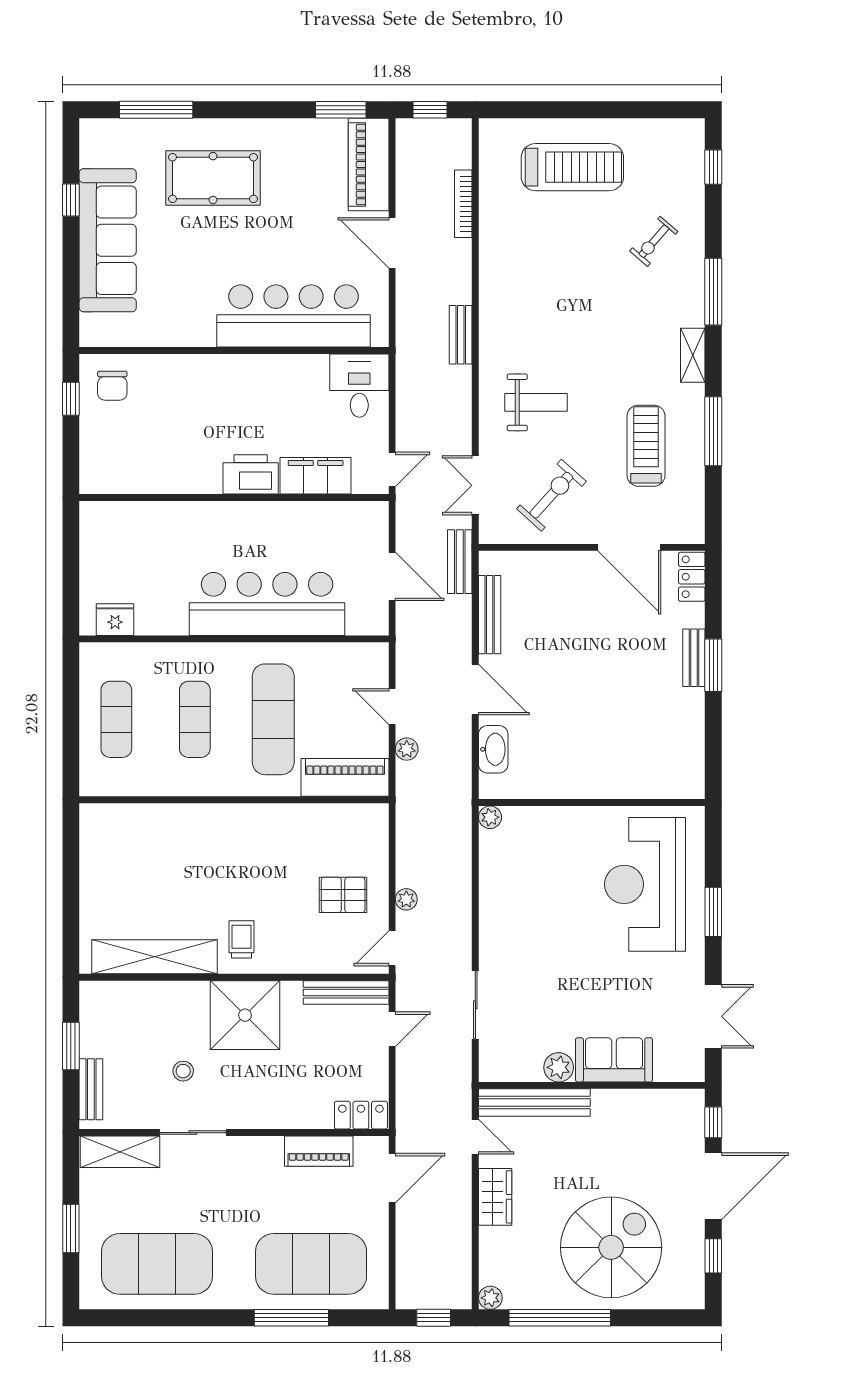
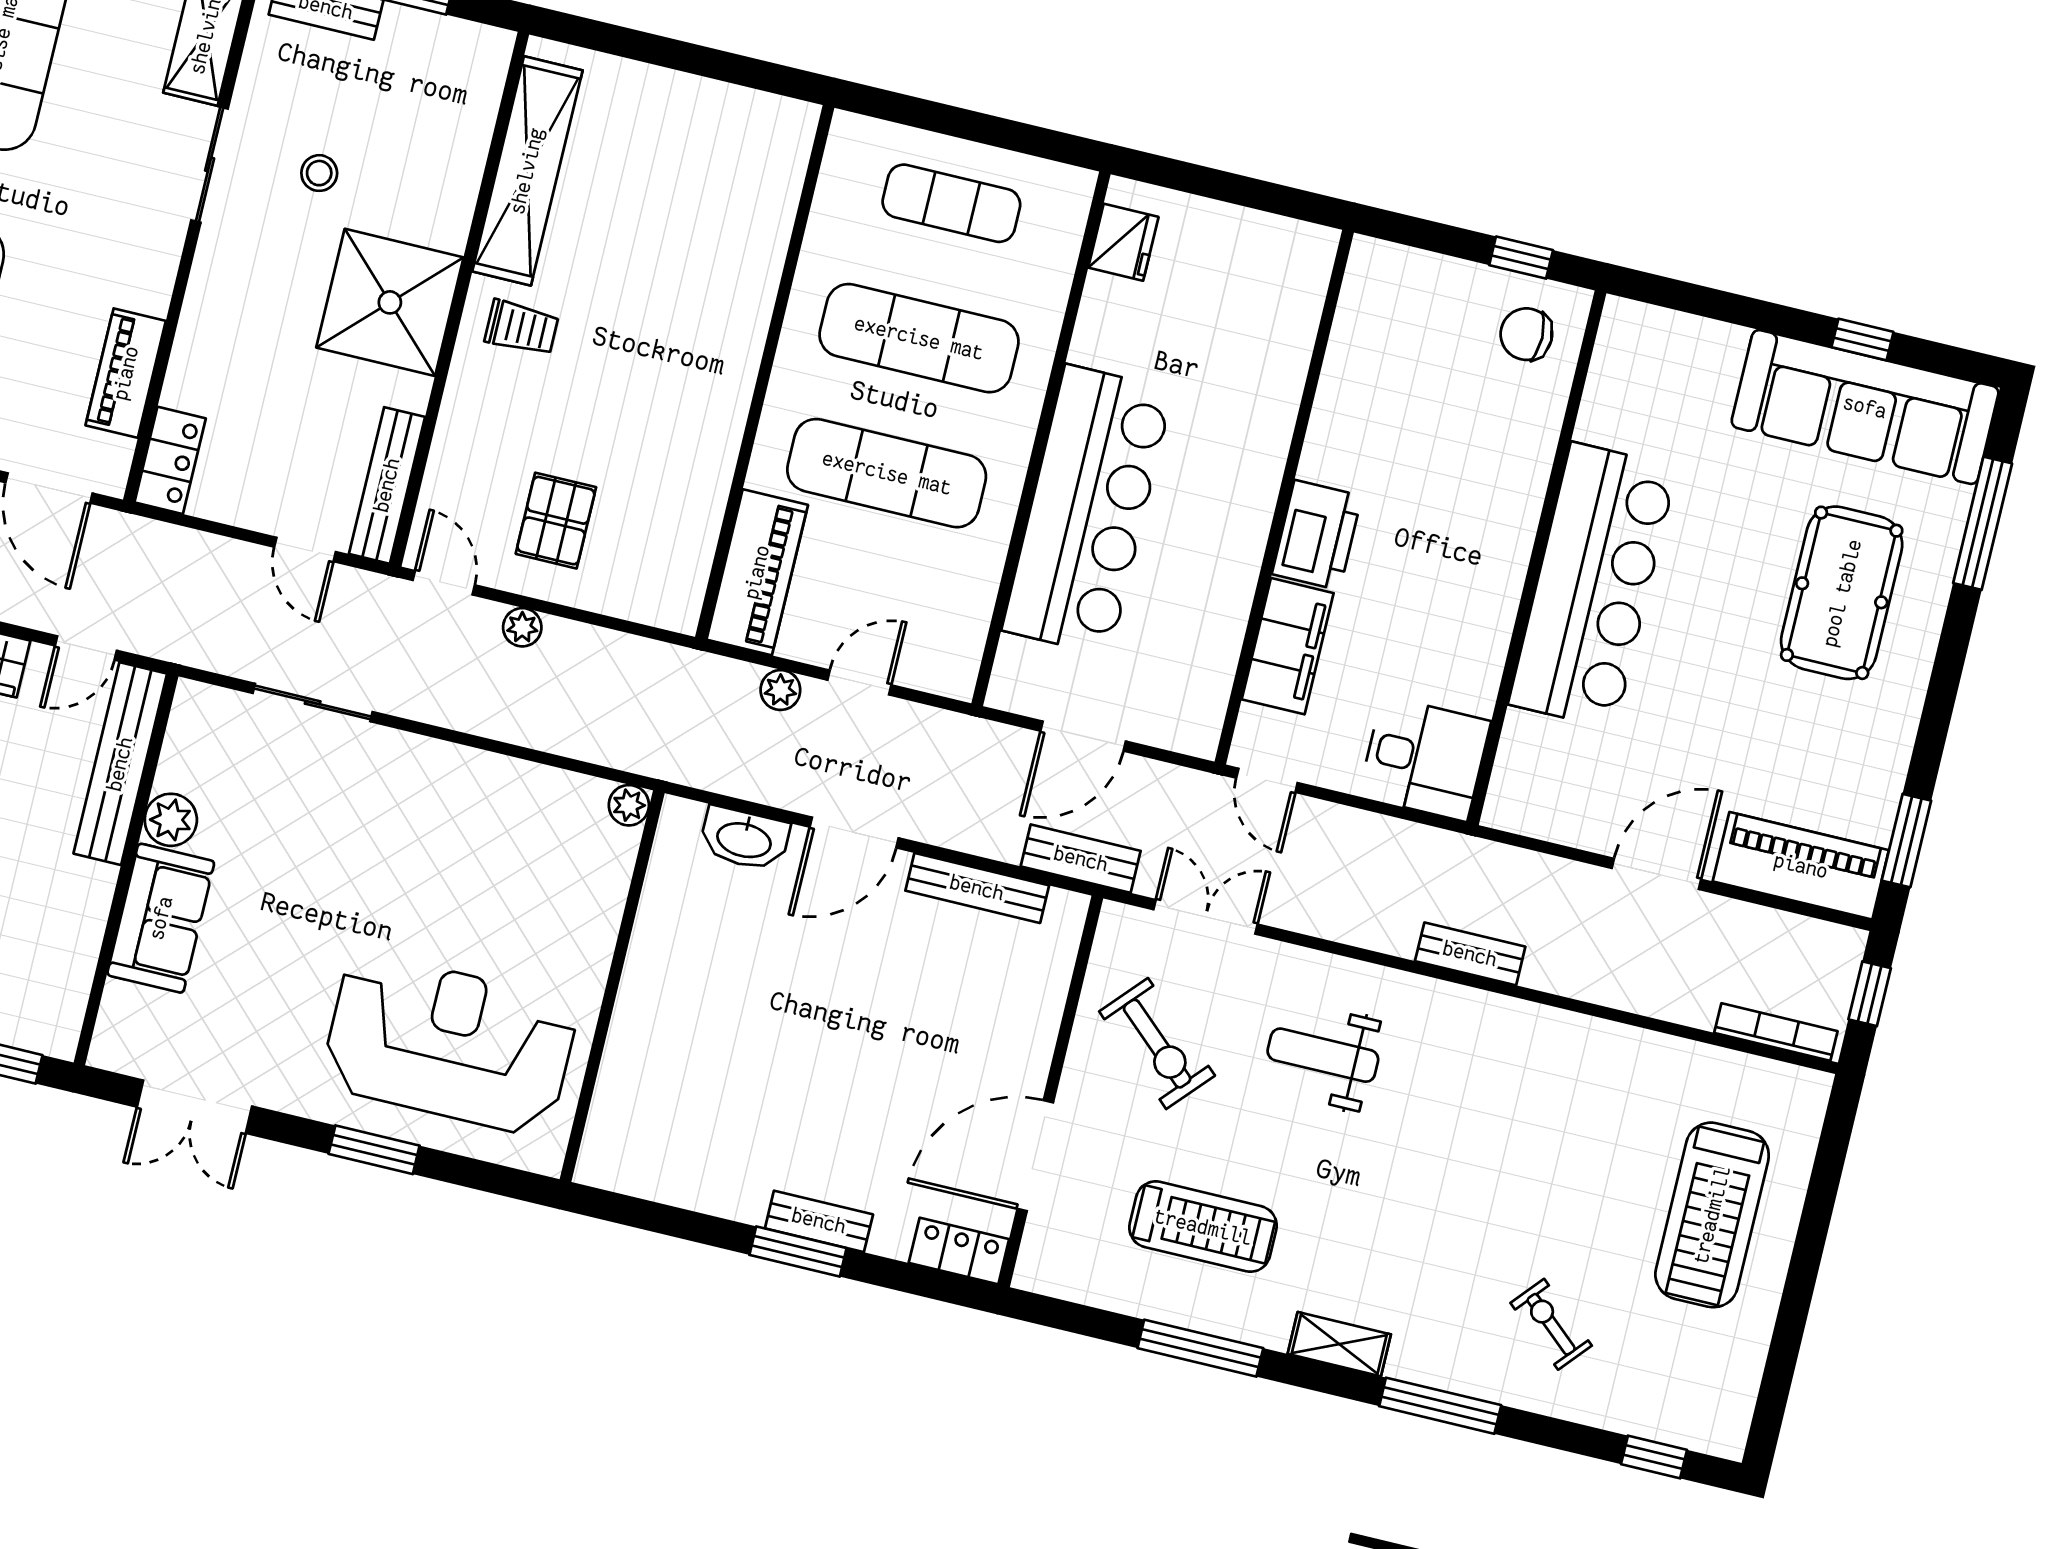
bookcase: (463, 204) -> (1776, 1032), moved
sofa: (108, 240) -> (1865, 407), moved
bar counter: (294, 316) -> (1593, 586), moved
weight bench: (536, 402) -> (1323, 1055), turned 90
exercise mat: (195, 719) -> (919, 338), width x1.36, depth x1.45

